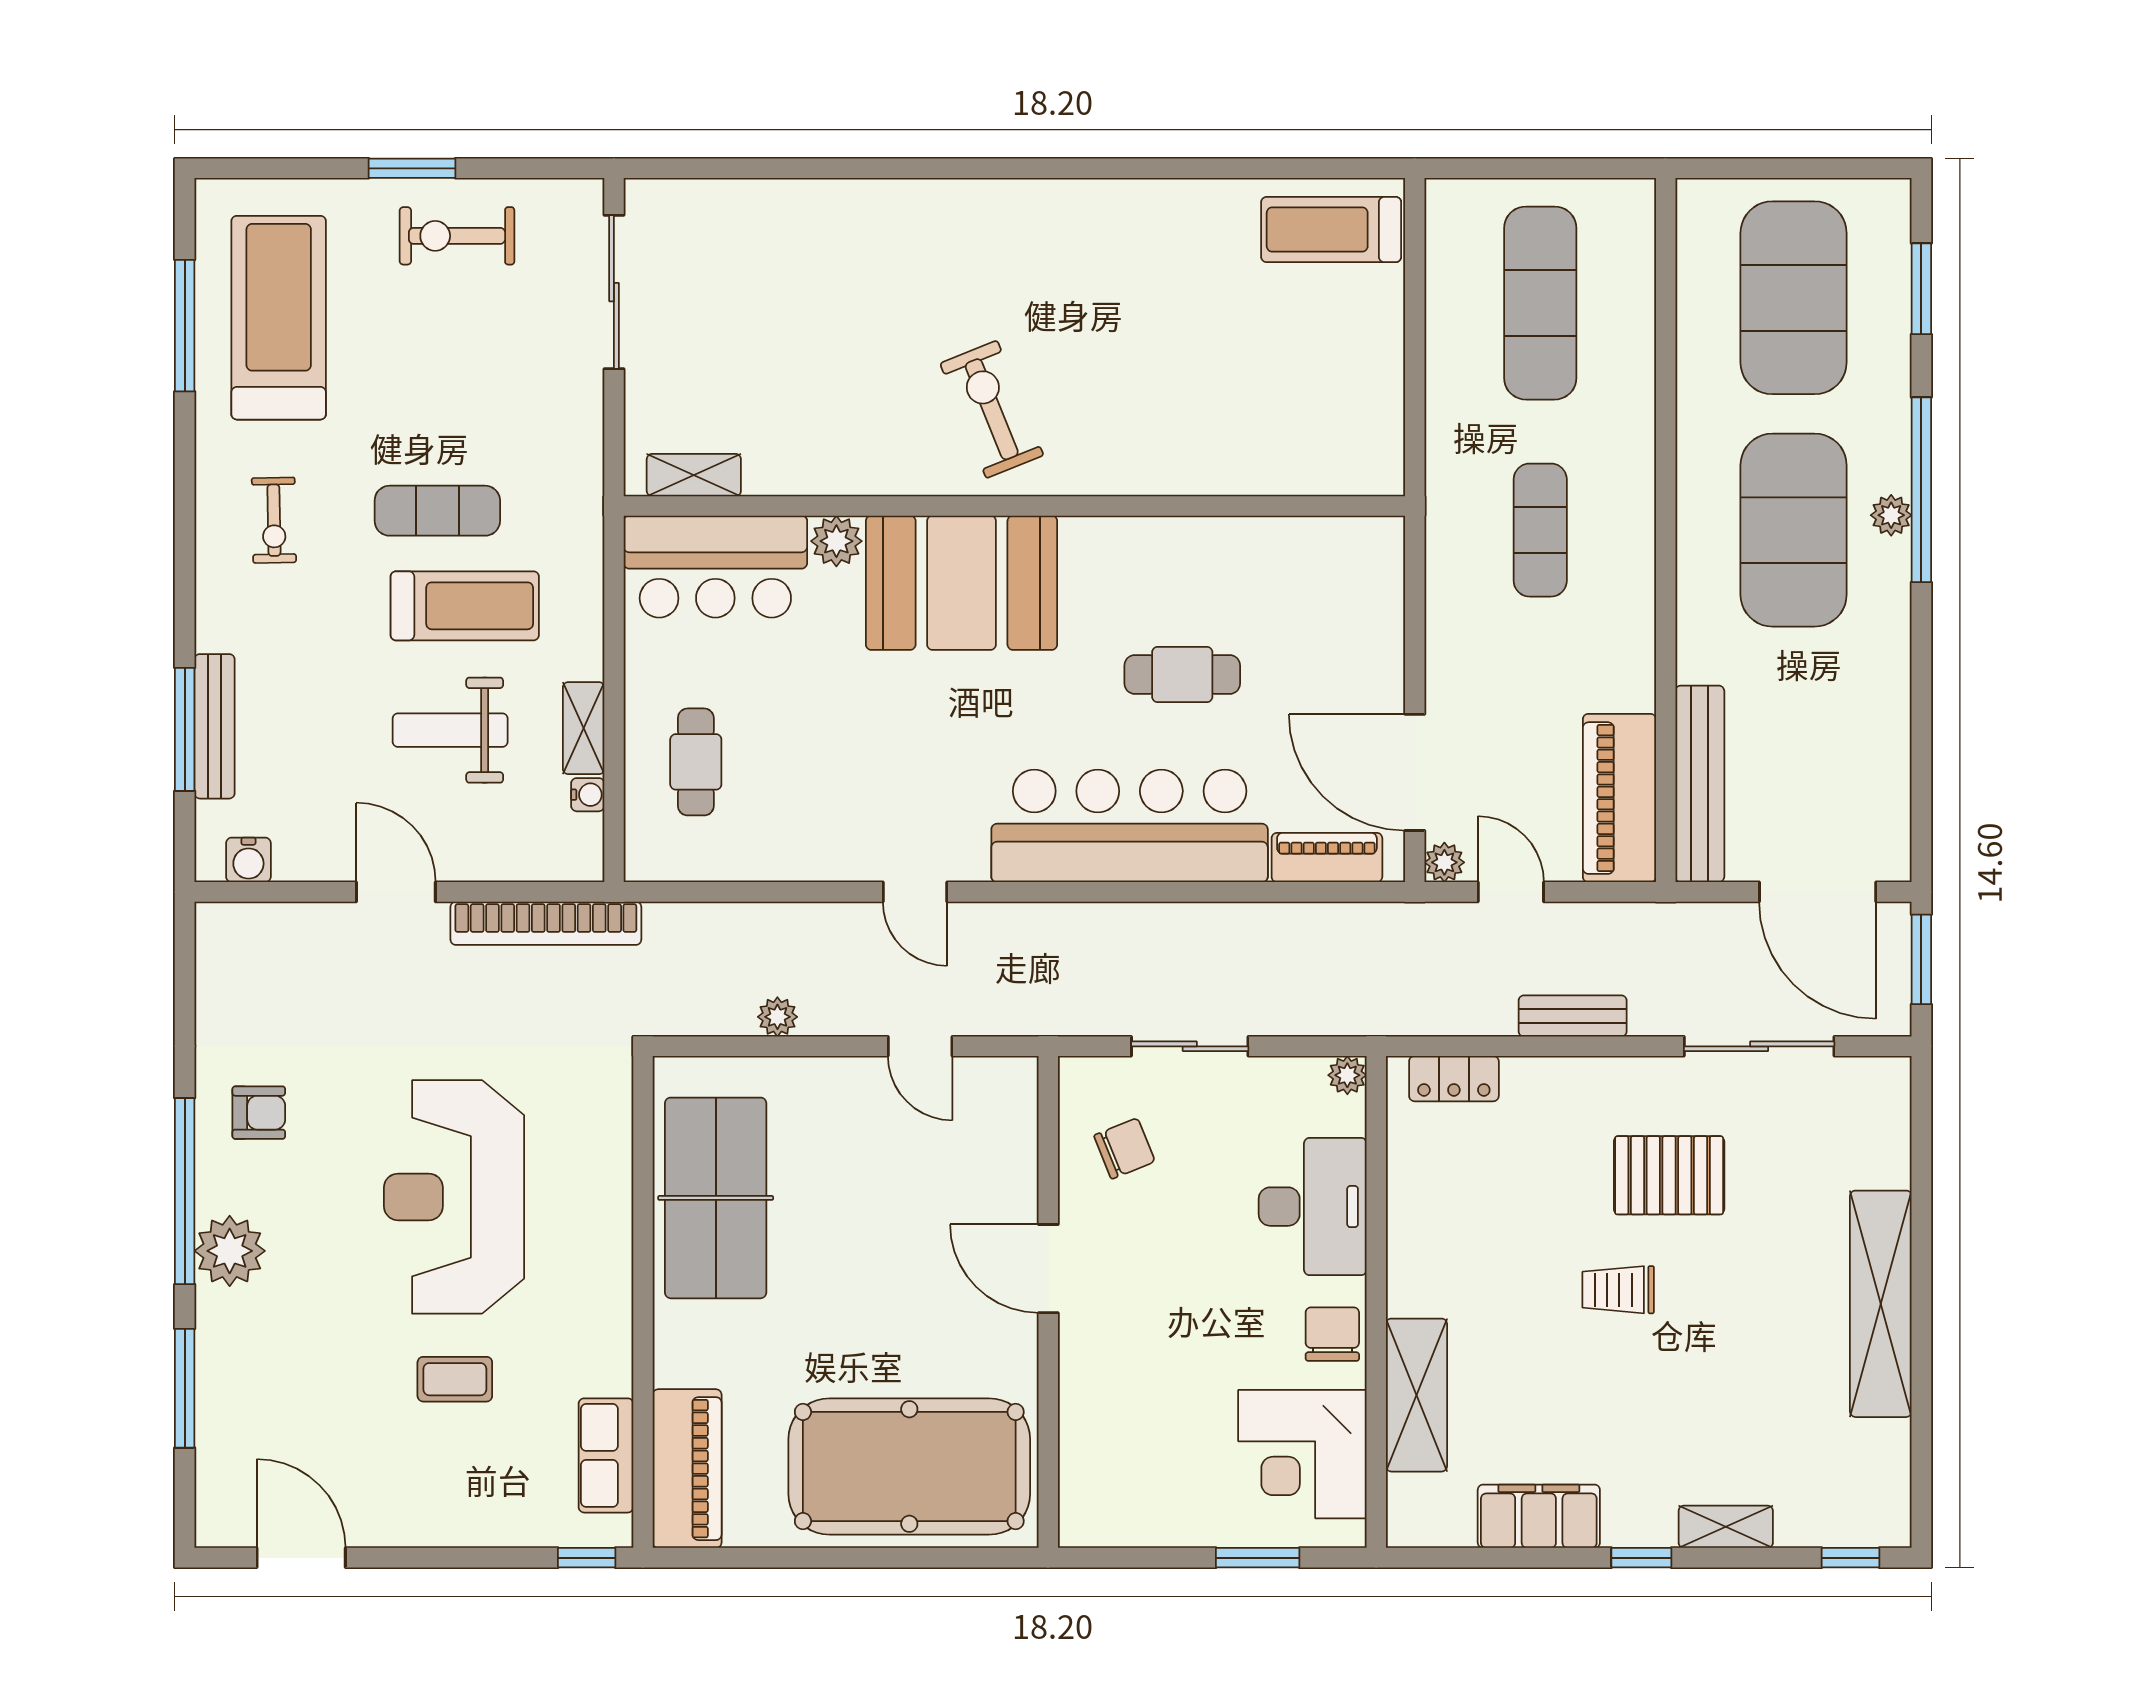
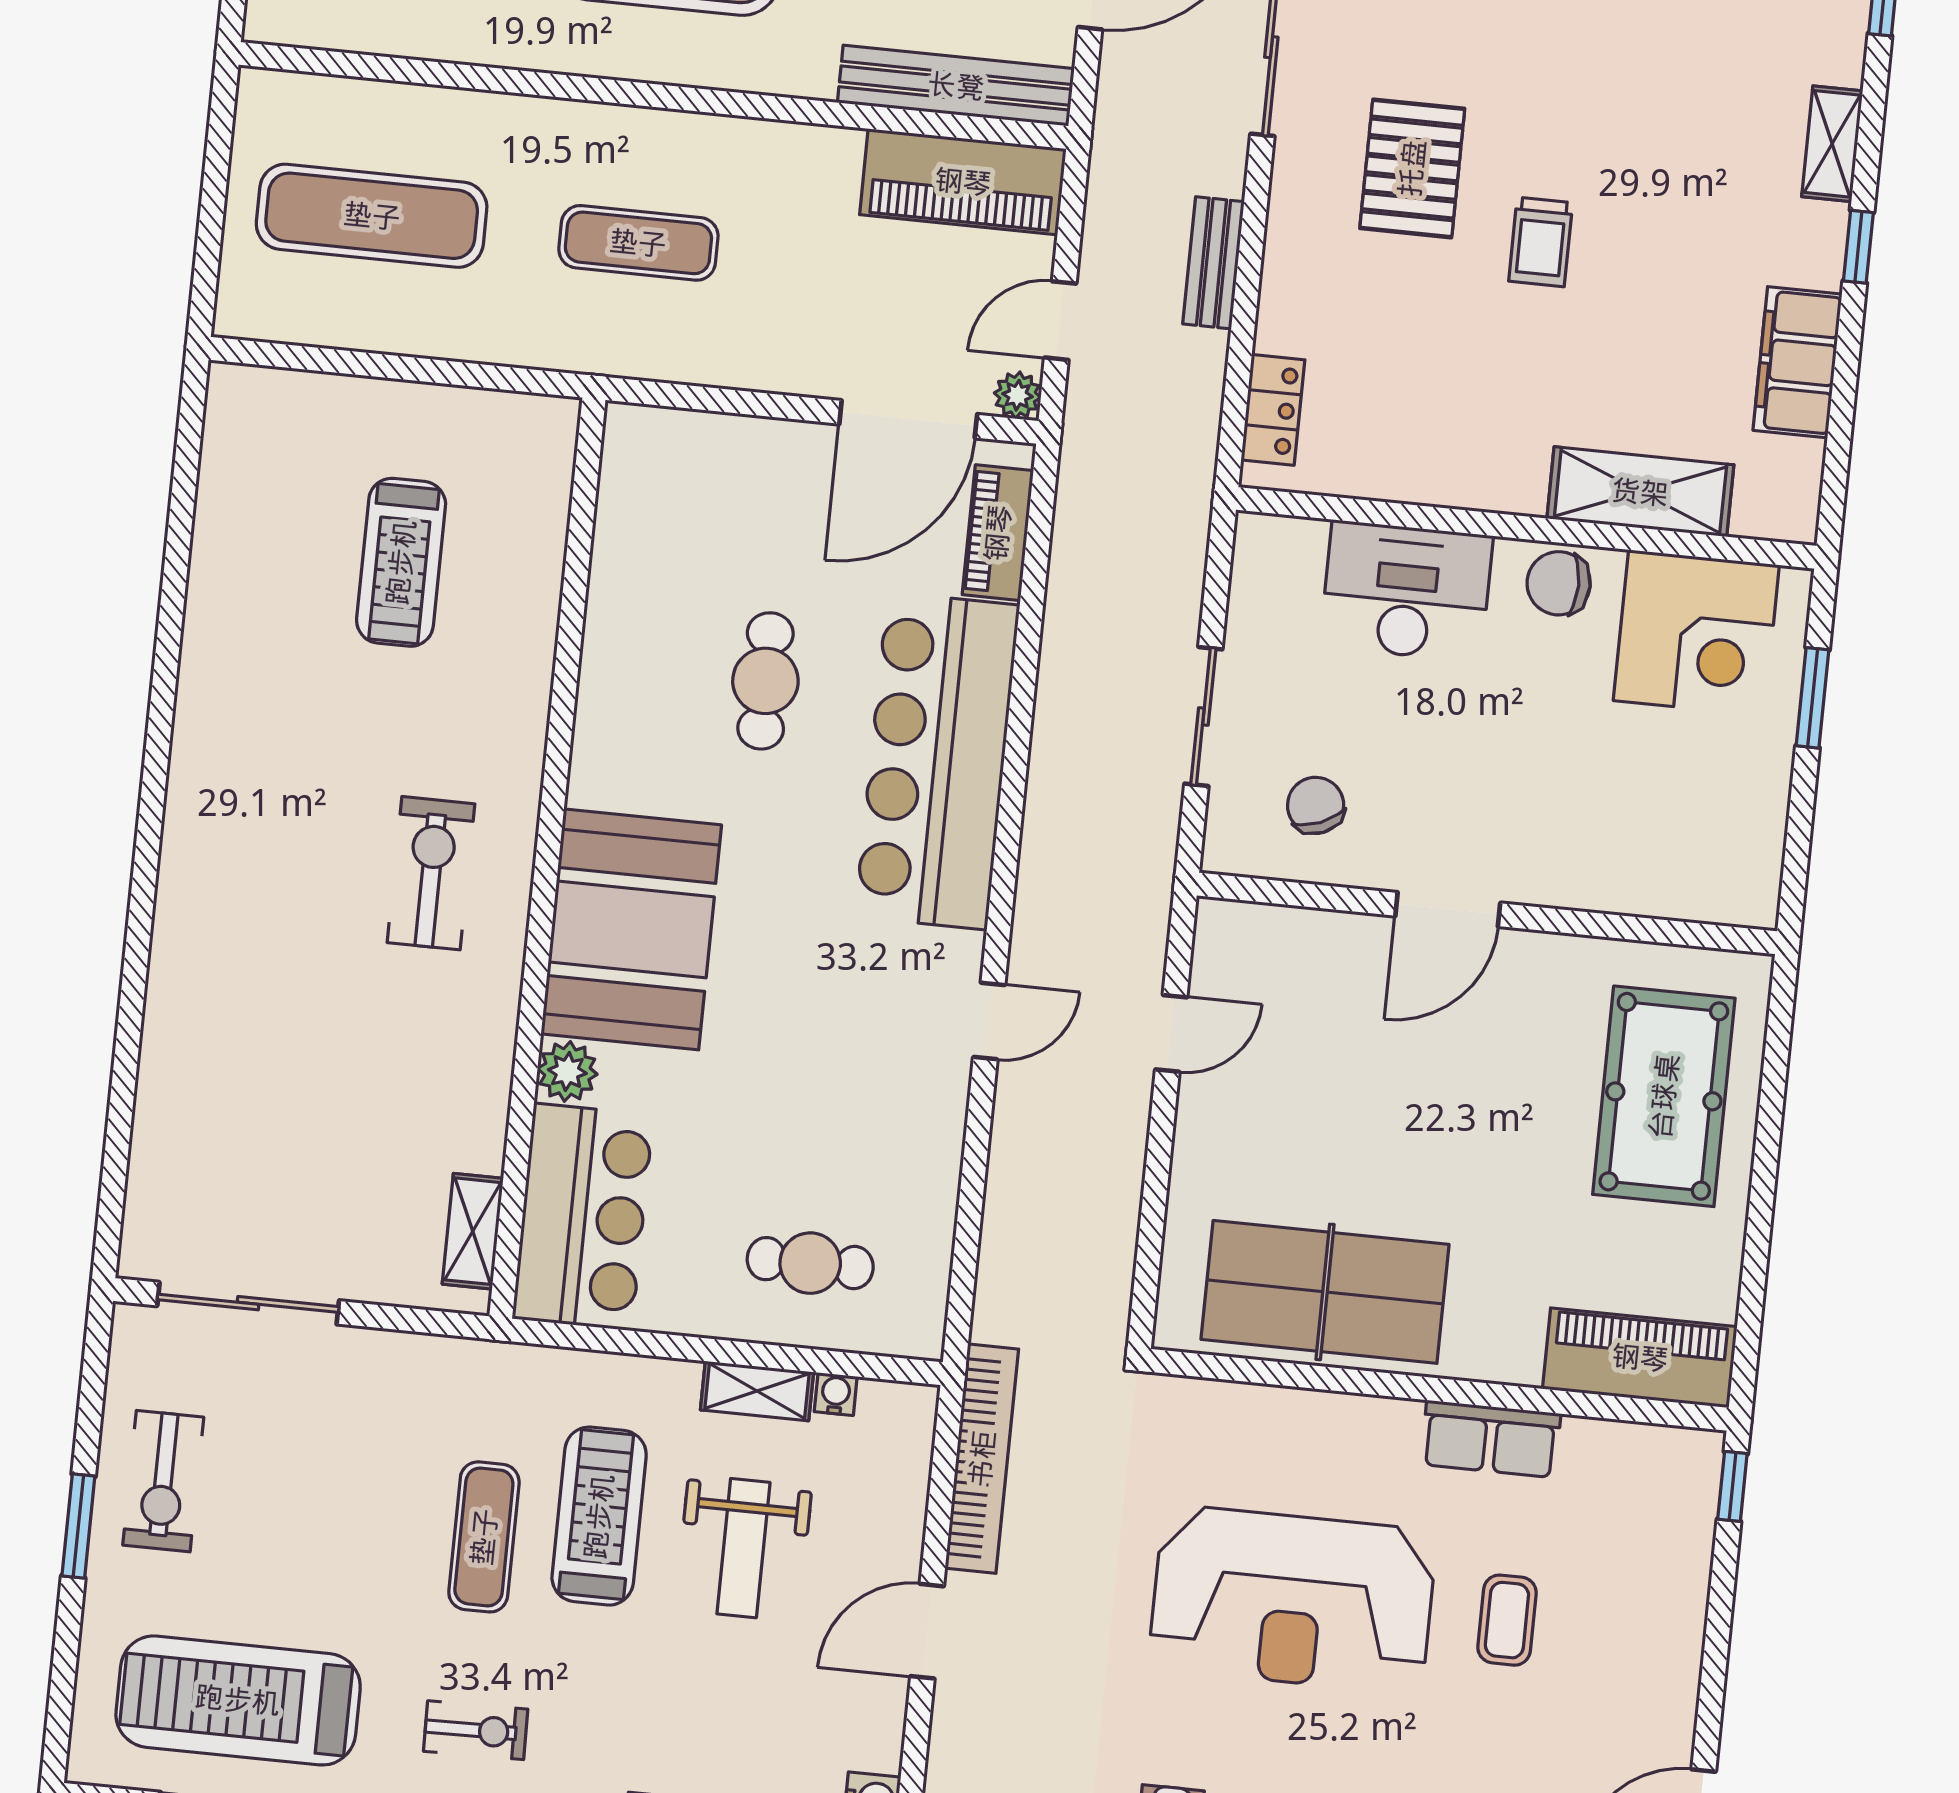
treadmill: (1331, 230) -> (401, 562), moved
exercise bike: (992, 409) -> (431, 873), turned 112
plant: (777, 1017) -> (1120, 1198), removed
plant: (1347, 1075) -> (1256, 535), removed
row of seats: (606, 1455) -> (1491, 1439), moved
pool table: (909, 1467) -> (1664, 1096), width x0.73, depth x0.76

